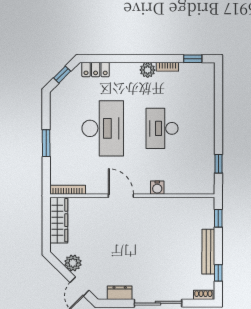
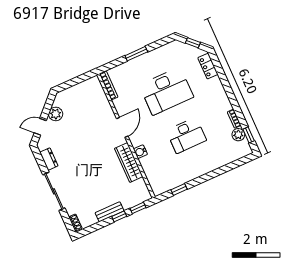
plant: (148, 70) -> (238, 135), moved
desk: (162, 128) -> (186, 135), turned 180
wardrobe: (59, 220) -> (129, 163), moved, turned 90
bench: (208, 252) -> (110, 212), width x0.73
window: (218, 273) -> (119, 216), moved

